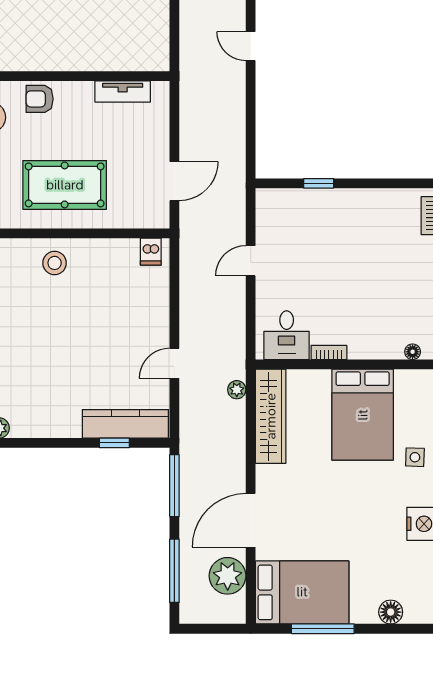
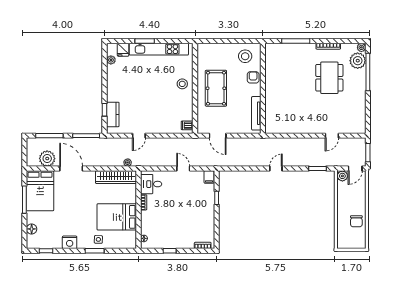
tv unit: (123, 91) -> (256, 113), width x1.41
filing cabinet: (270, 201) -> (209, 177), added
door: (174, 363) -> (139, 136), swing flipped
kitchen counter: (125, 424) -> (113, 114), width x0.67

